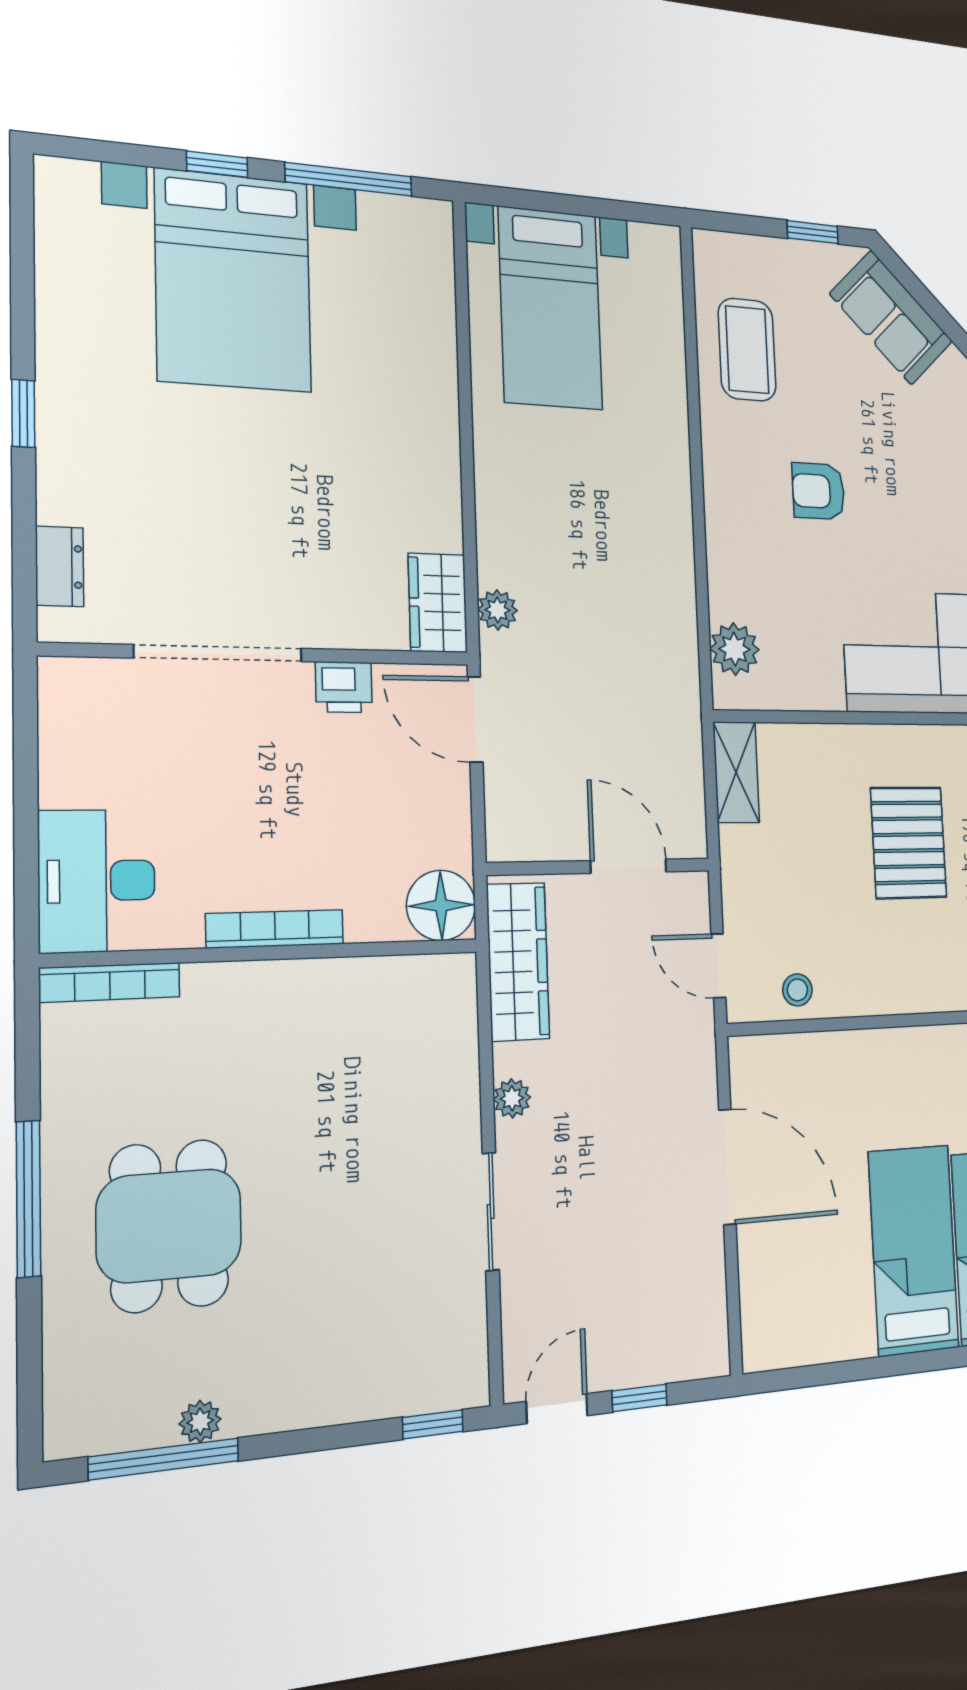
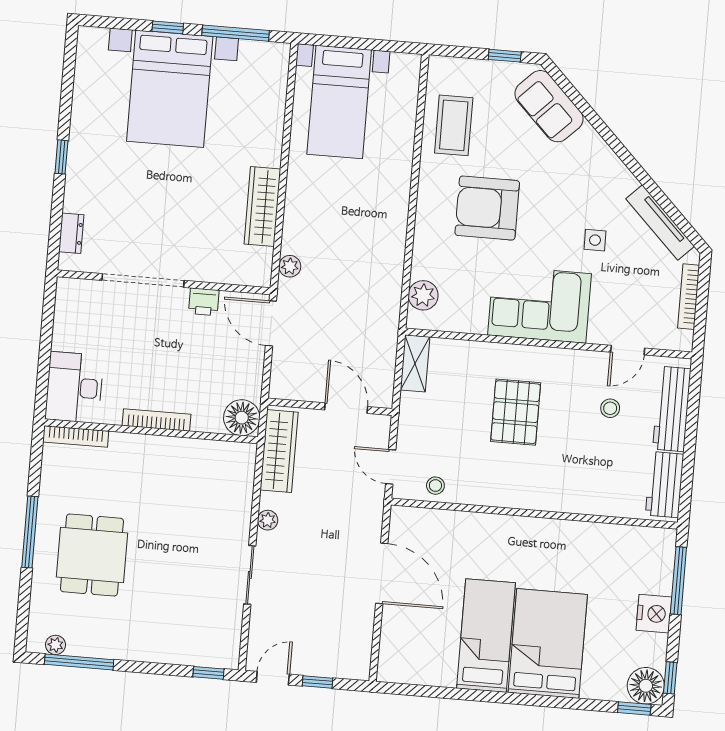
armchair: (819, 491) -> (487, 208), width x1.88, depth x1.88
wardrobe: (438, 603) -> (262, 207), moved, width x1.50
plant: (200, 1421) -> (56, 645), moved

